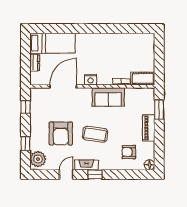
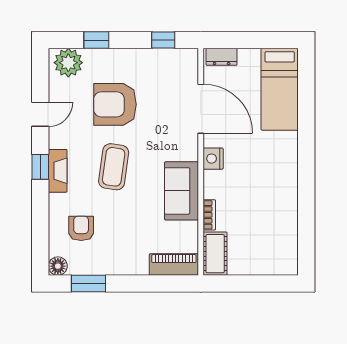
dresser: (35, 63) -> (222, 57), moved
window: (159, 110) -> (89, 284), moved
piano: (149, 128) -> (174, 264), moved
fireplace: (86, 165) -> (58, 171), moved
door: (66, 174) -> (40, 114), hinge flipped

